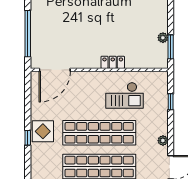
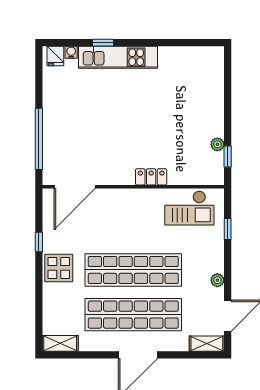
window: (171, 47) -> (228, 156), width x0.67
checkout: (125, 95) -> (189, 208), moved
window: (28, 138) -> (39, 242), moved

